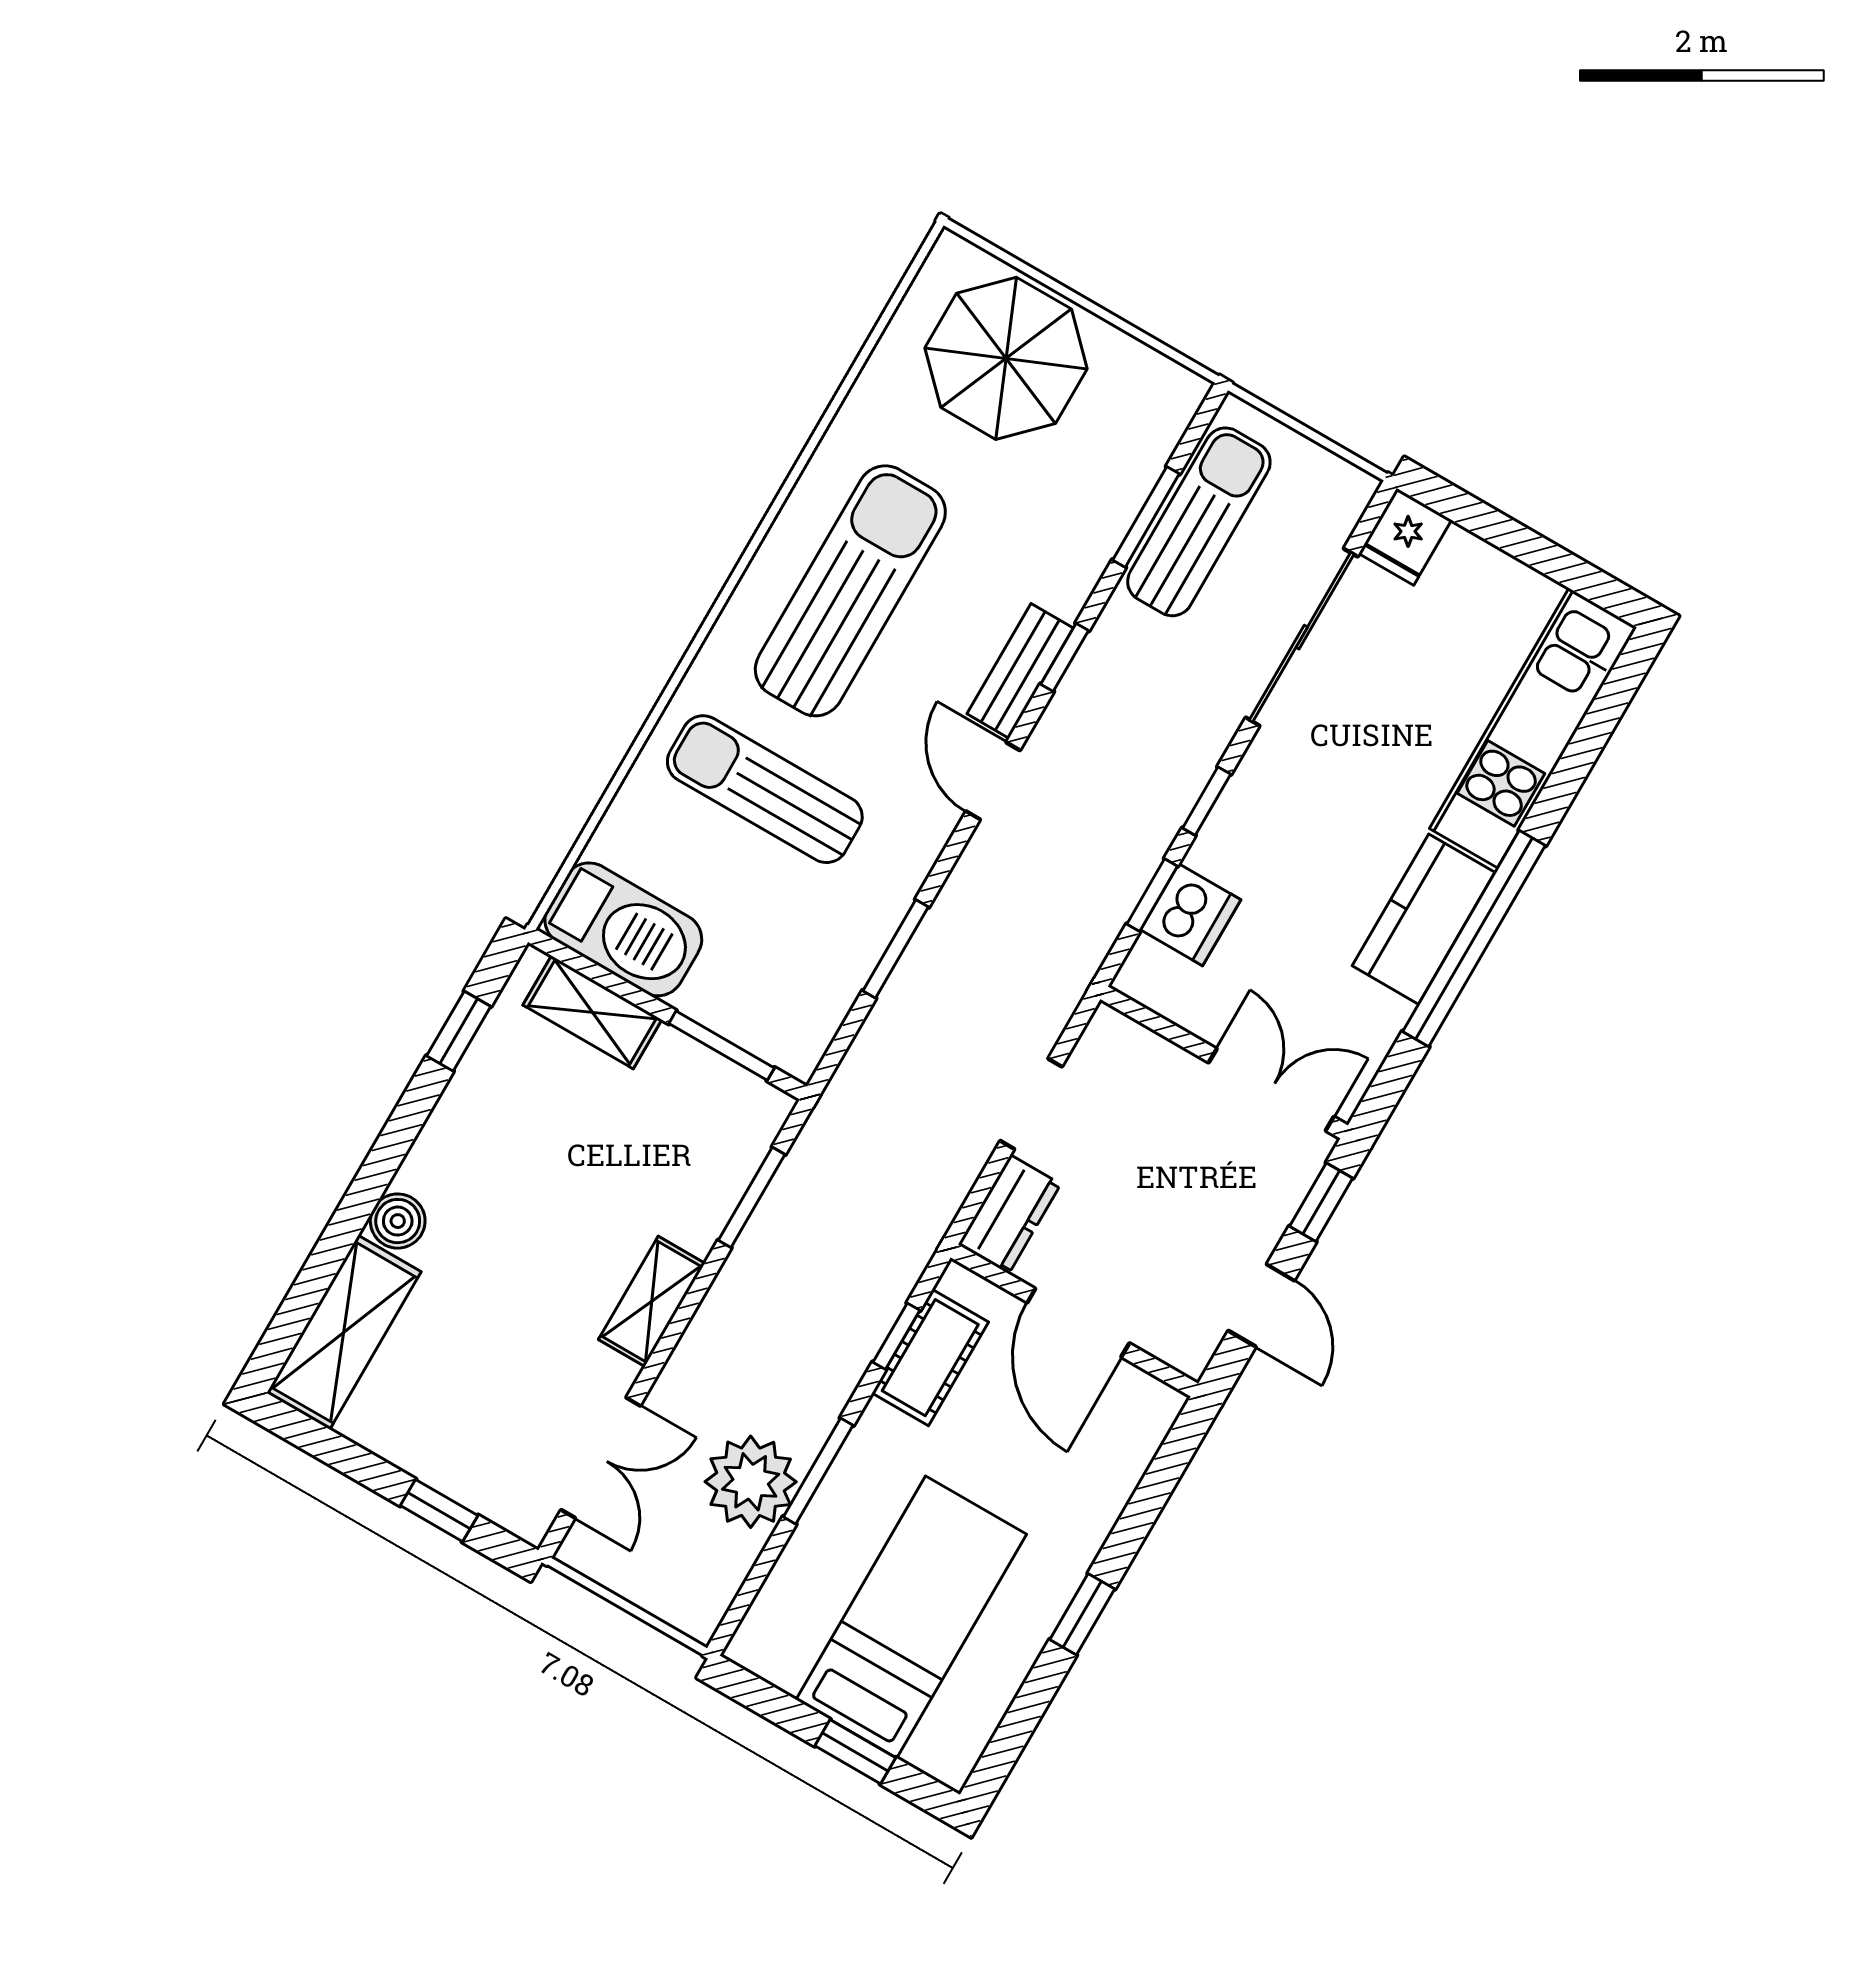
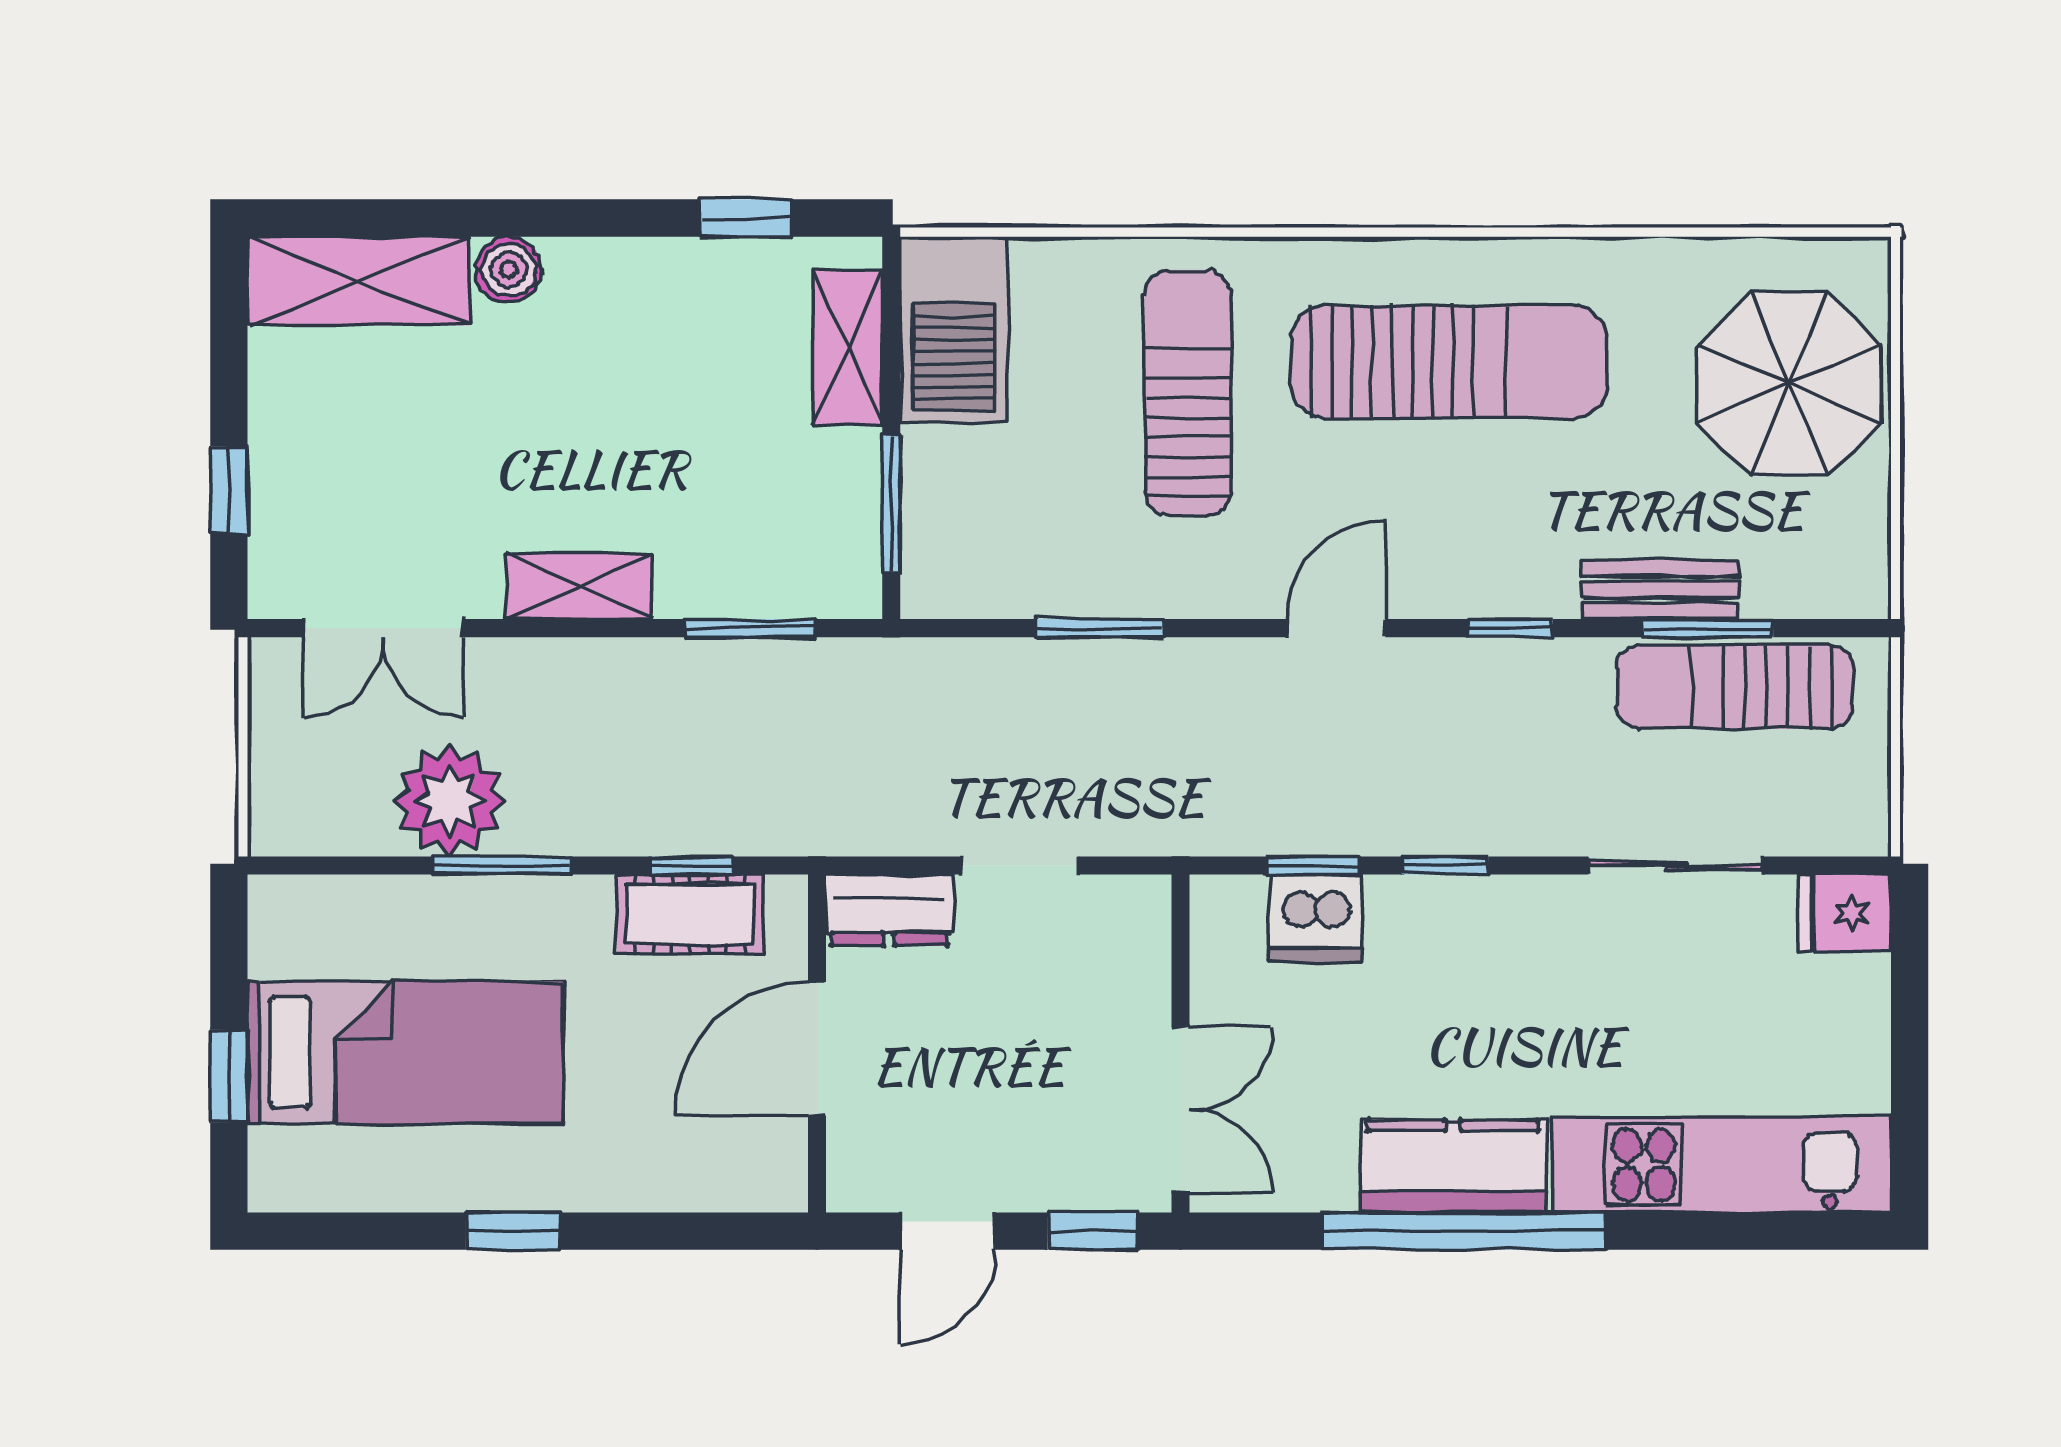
sun lounger: (1199, 522) -> (1735, 687), turned 180
sliding door: (1302, 637) -> (1676, 865), width x0.73
bench: (1020, 671) -> (1660, 589), moved

